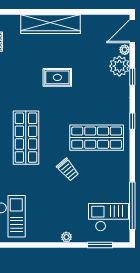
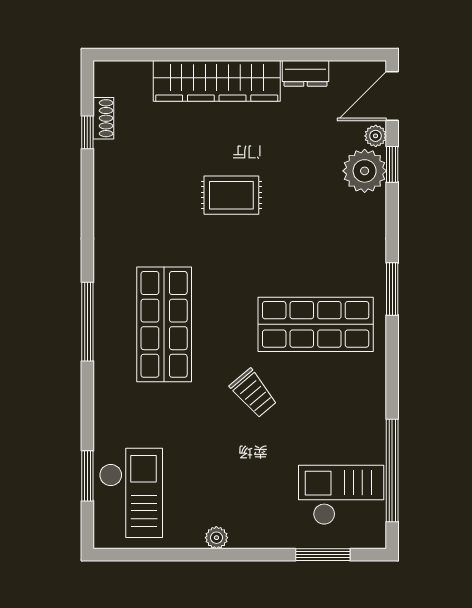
dresser: (92, 21) -> (306, 73), added
window: (132, 77) -> (392, 164), moved
window: (132, 121) -> (392, 289), width x1.50
plant: (66, 237) -> (216, 538), moved

